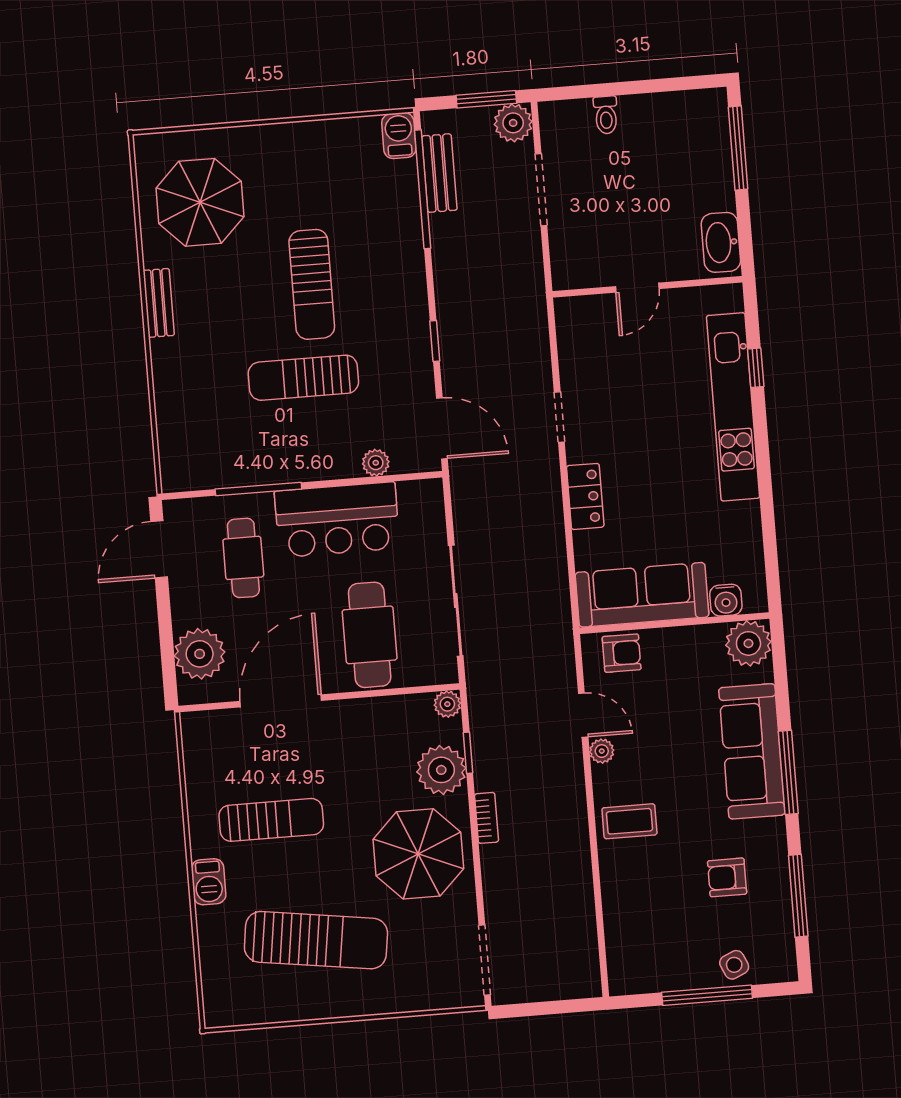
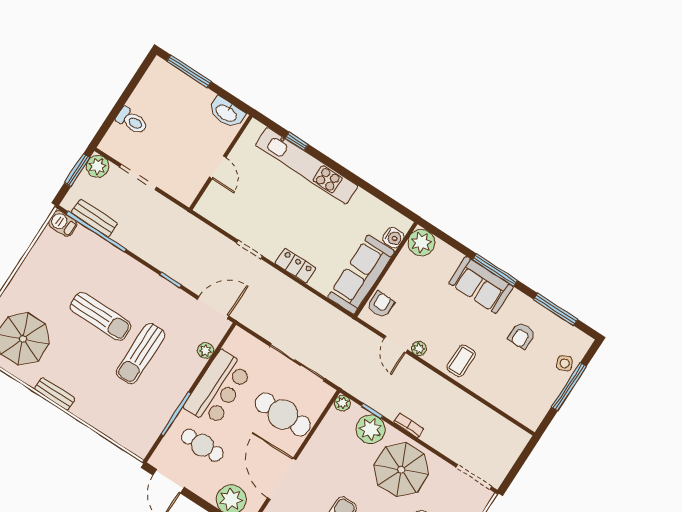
toilet: (606, 115) -> (132, 121), width x1.37, depth x1.39
door: (583, 715) -> (396, 344), swing flipped
sofa: (752, 751) -> (481, 285), width x0.73

